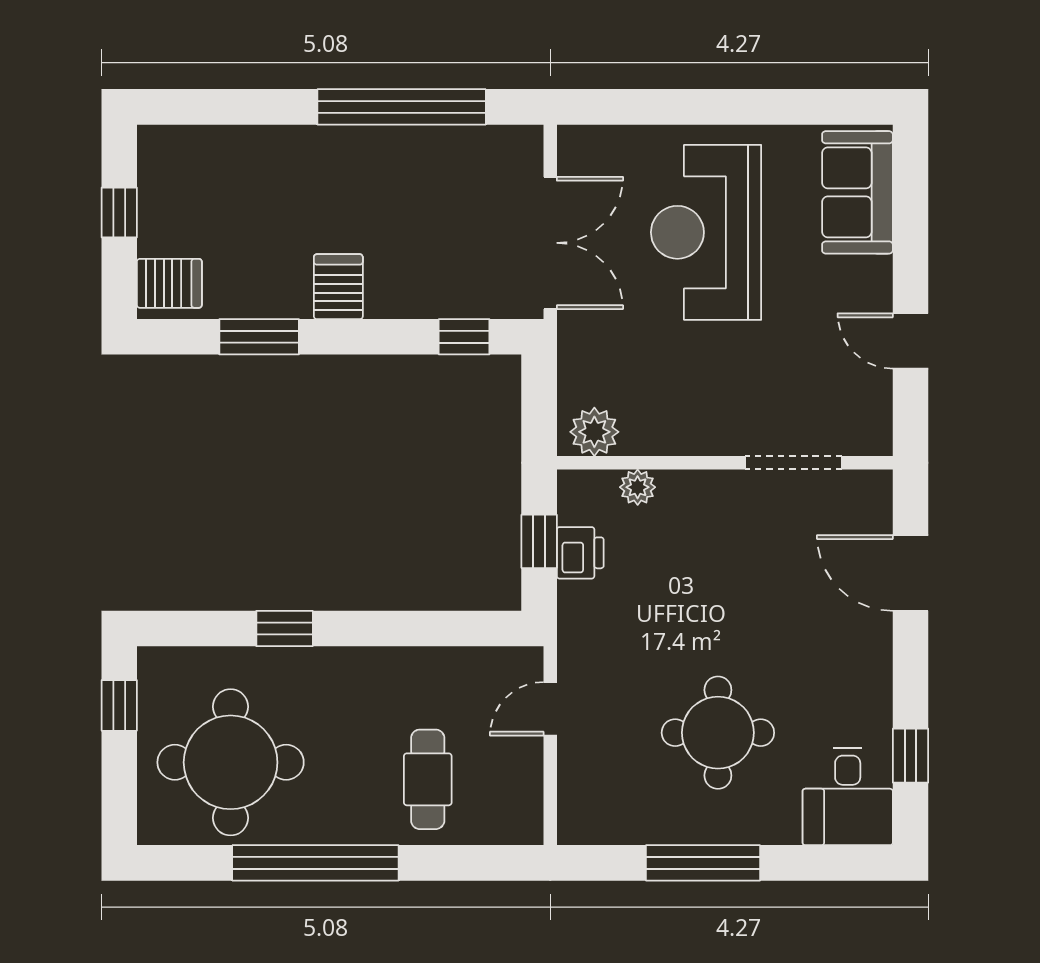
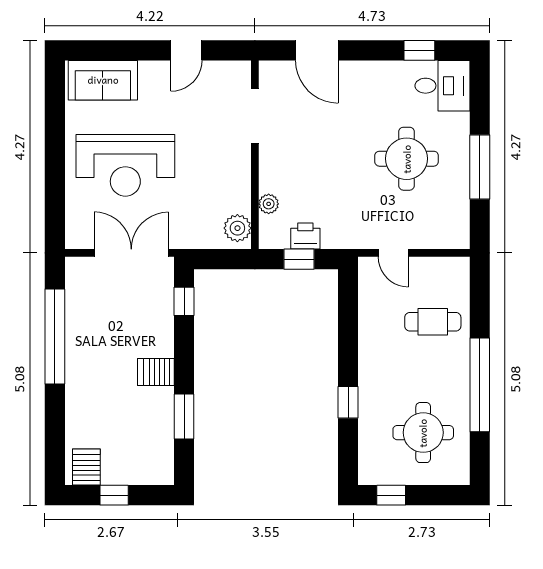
server rack: (169, 283) -> (86, 467), moved
door: (911, 573) -> (317, 50), hinge flipped
round table: (231, 762) -> (423, 433), width x0.73, depth x0.73

